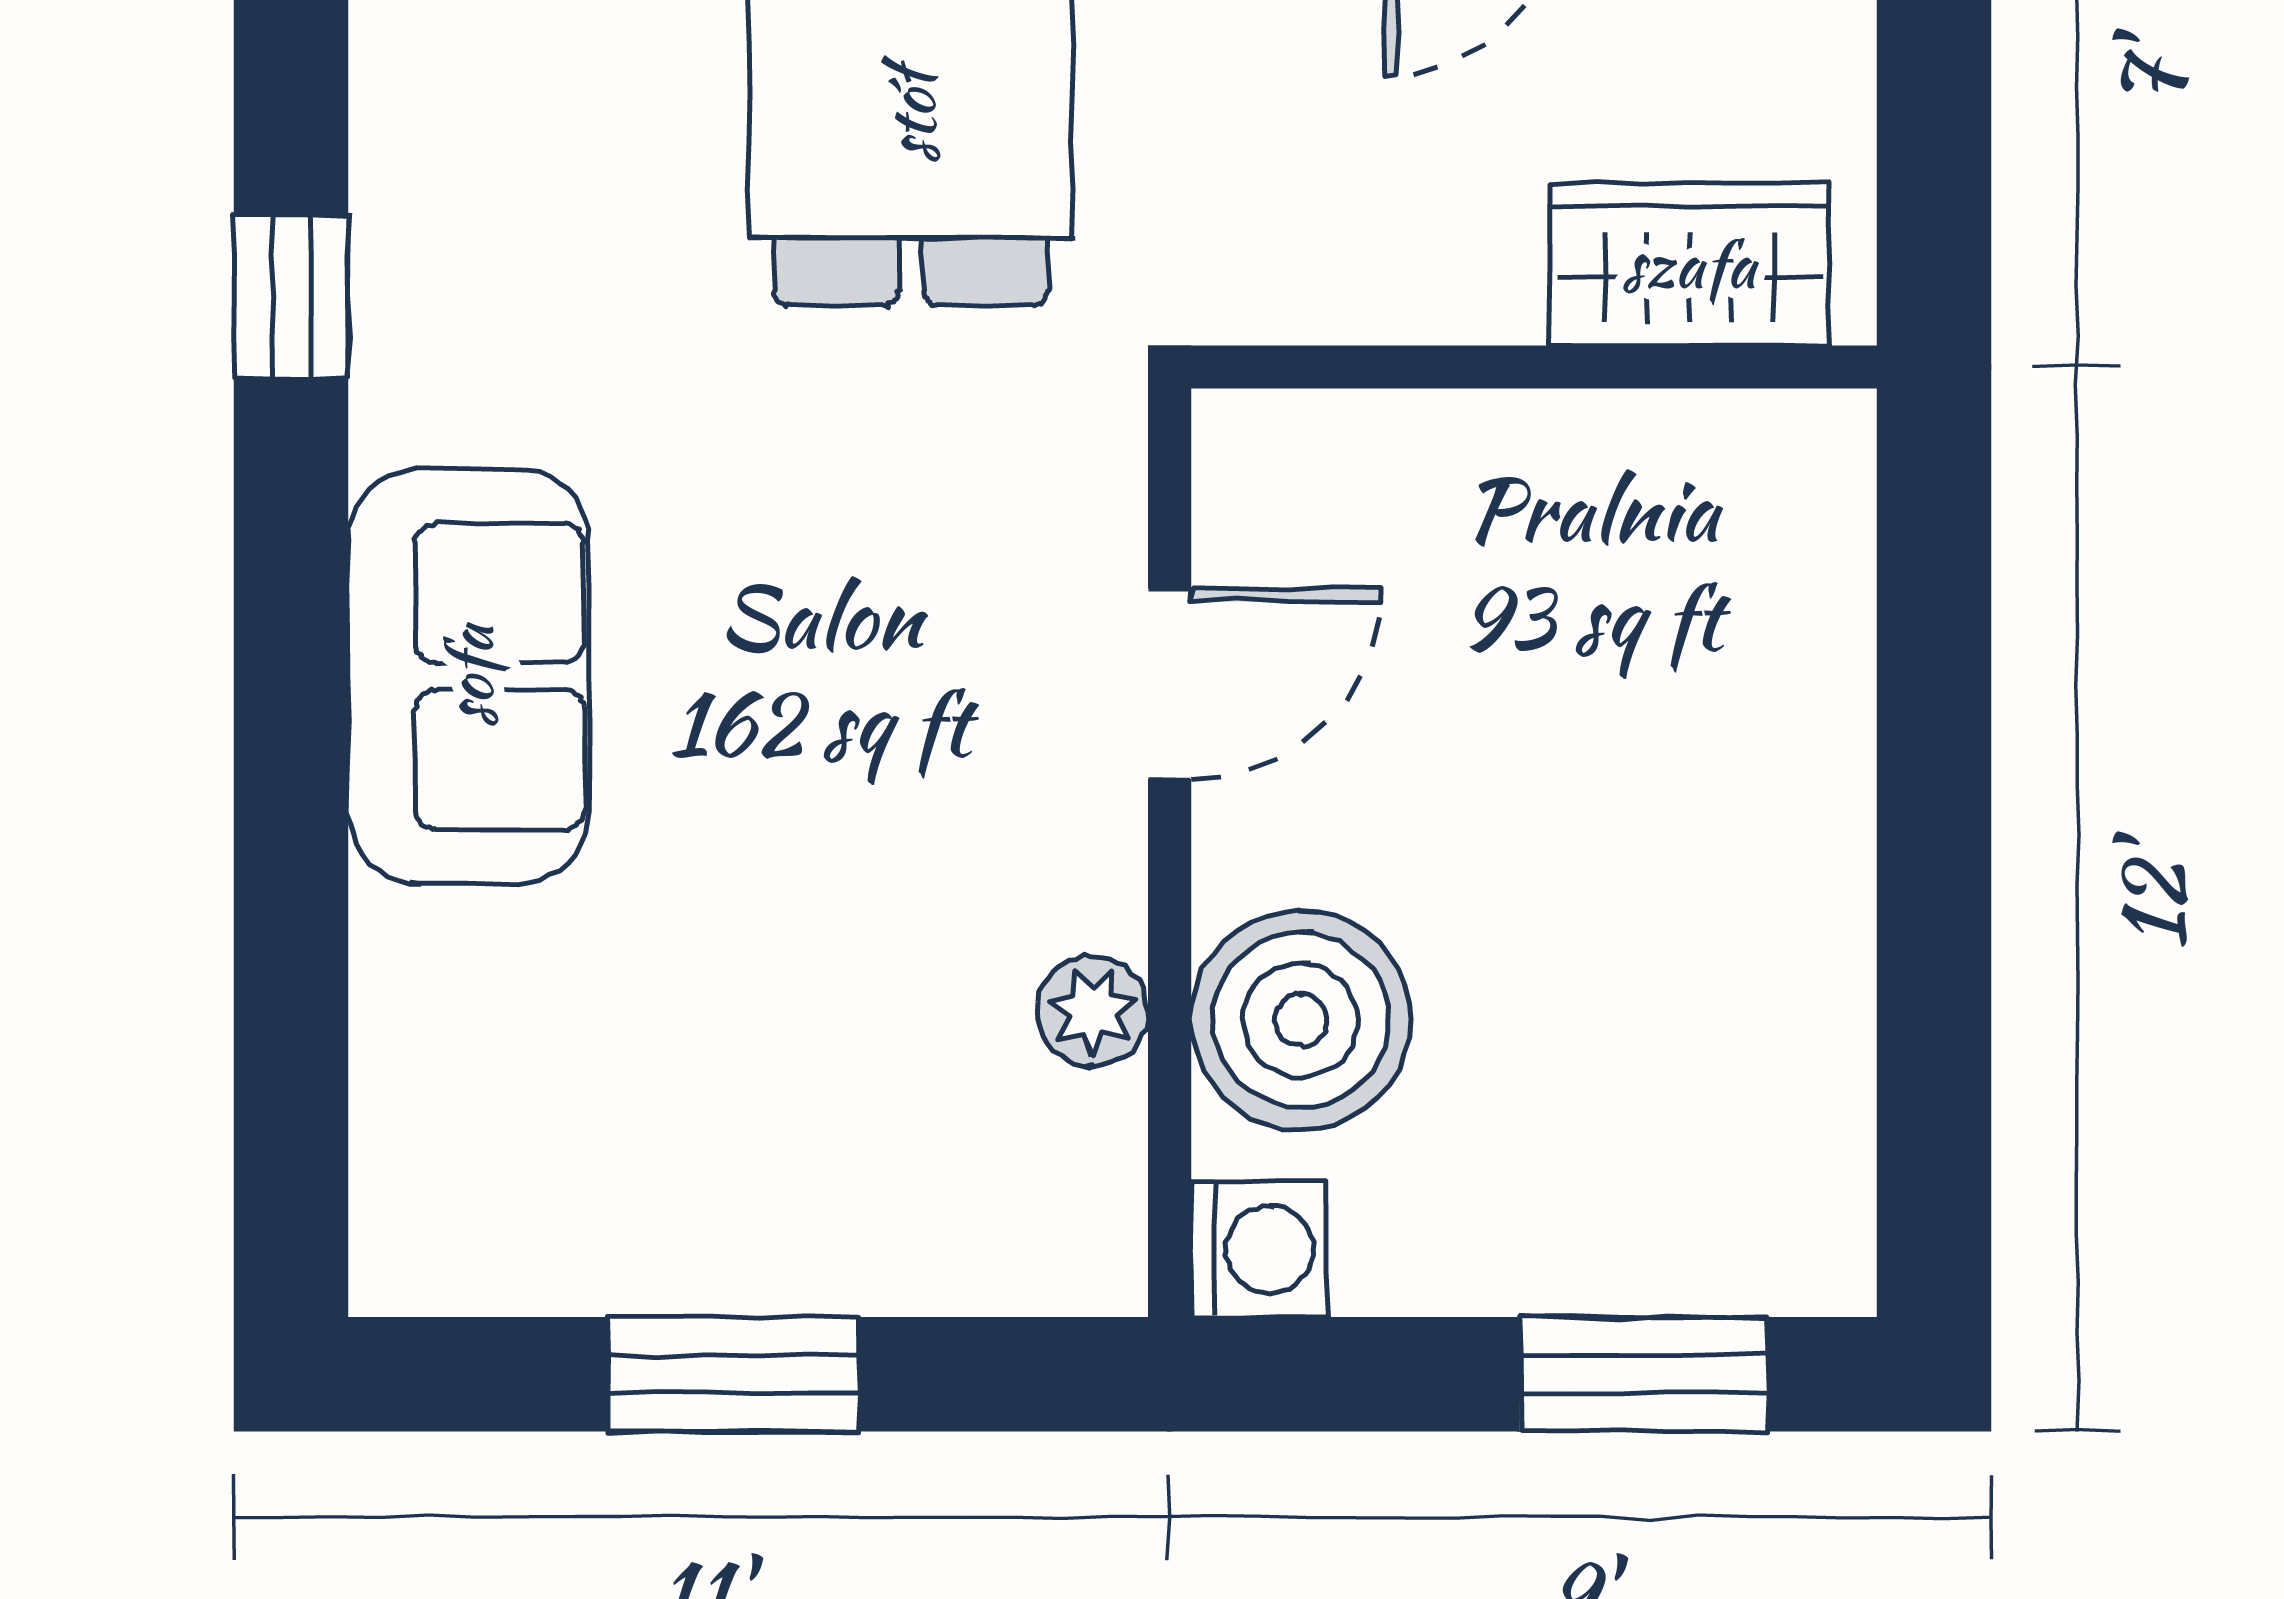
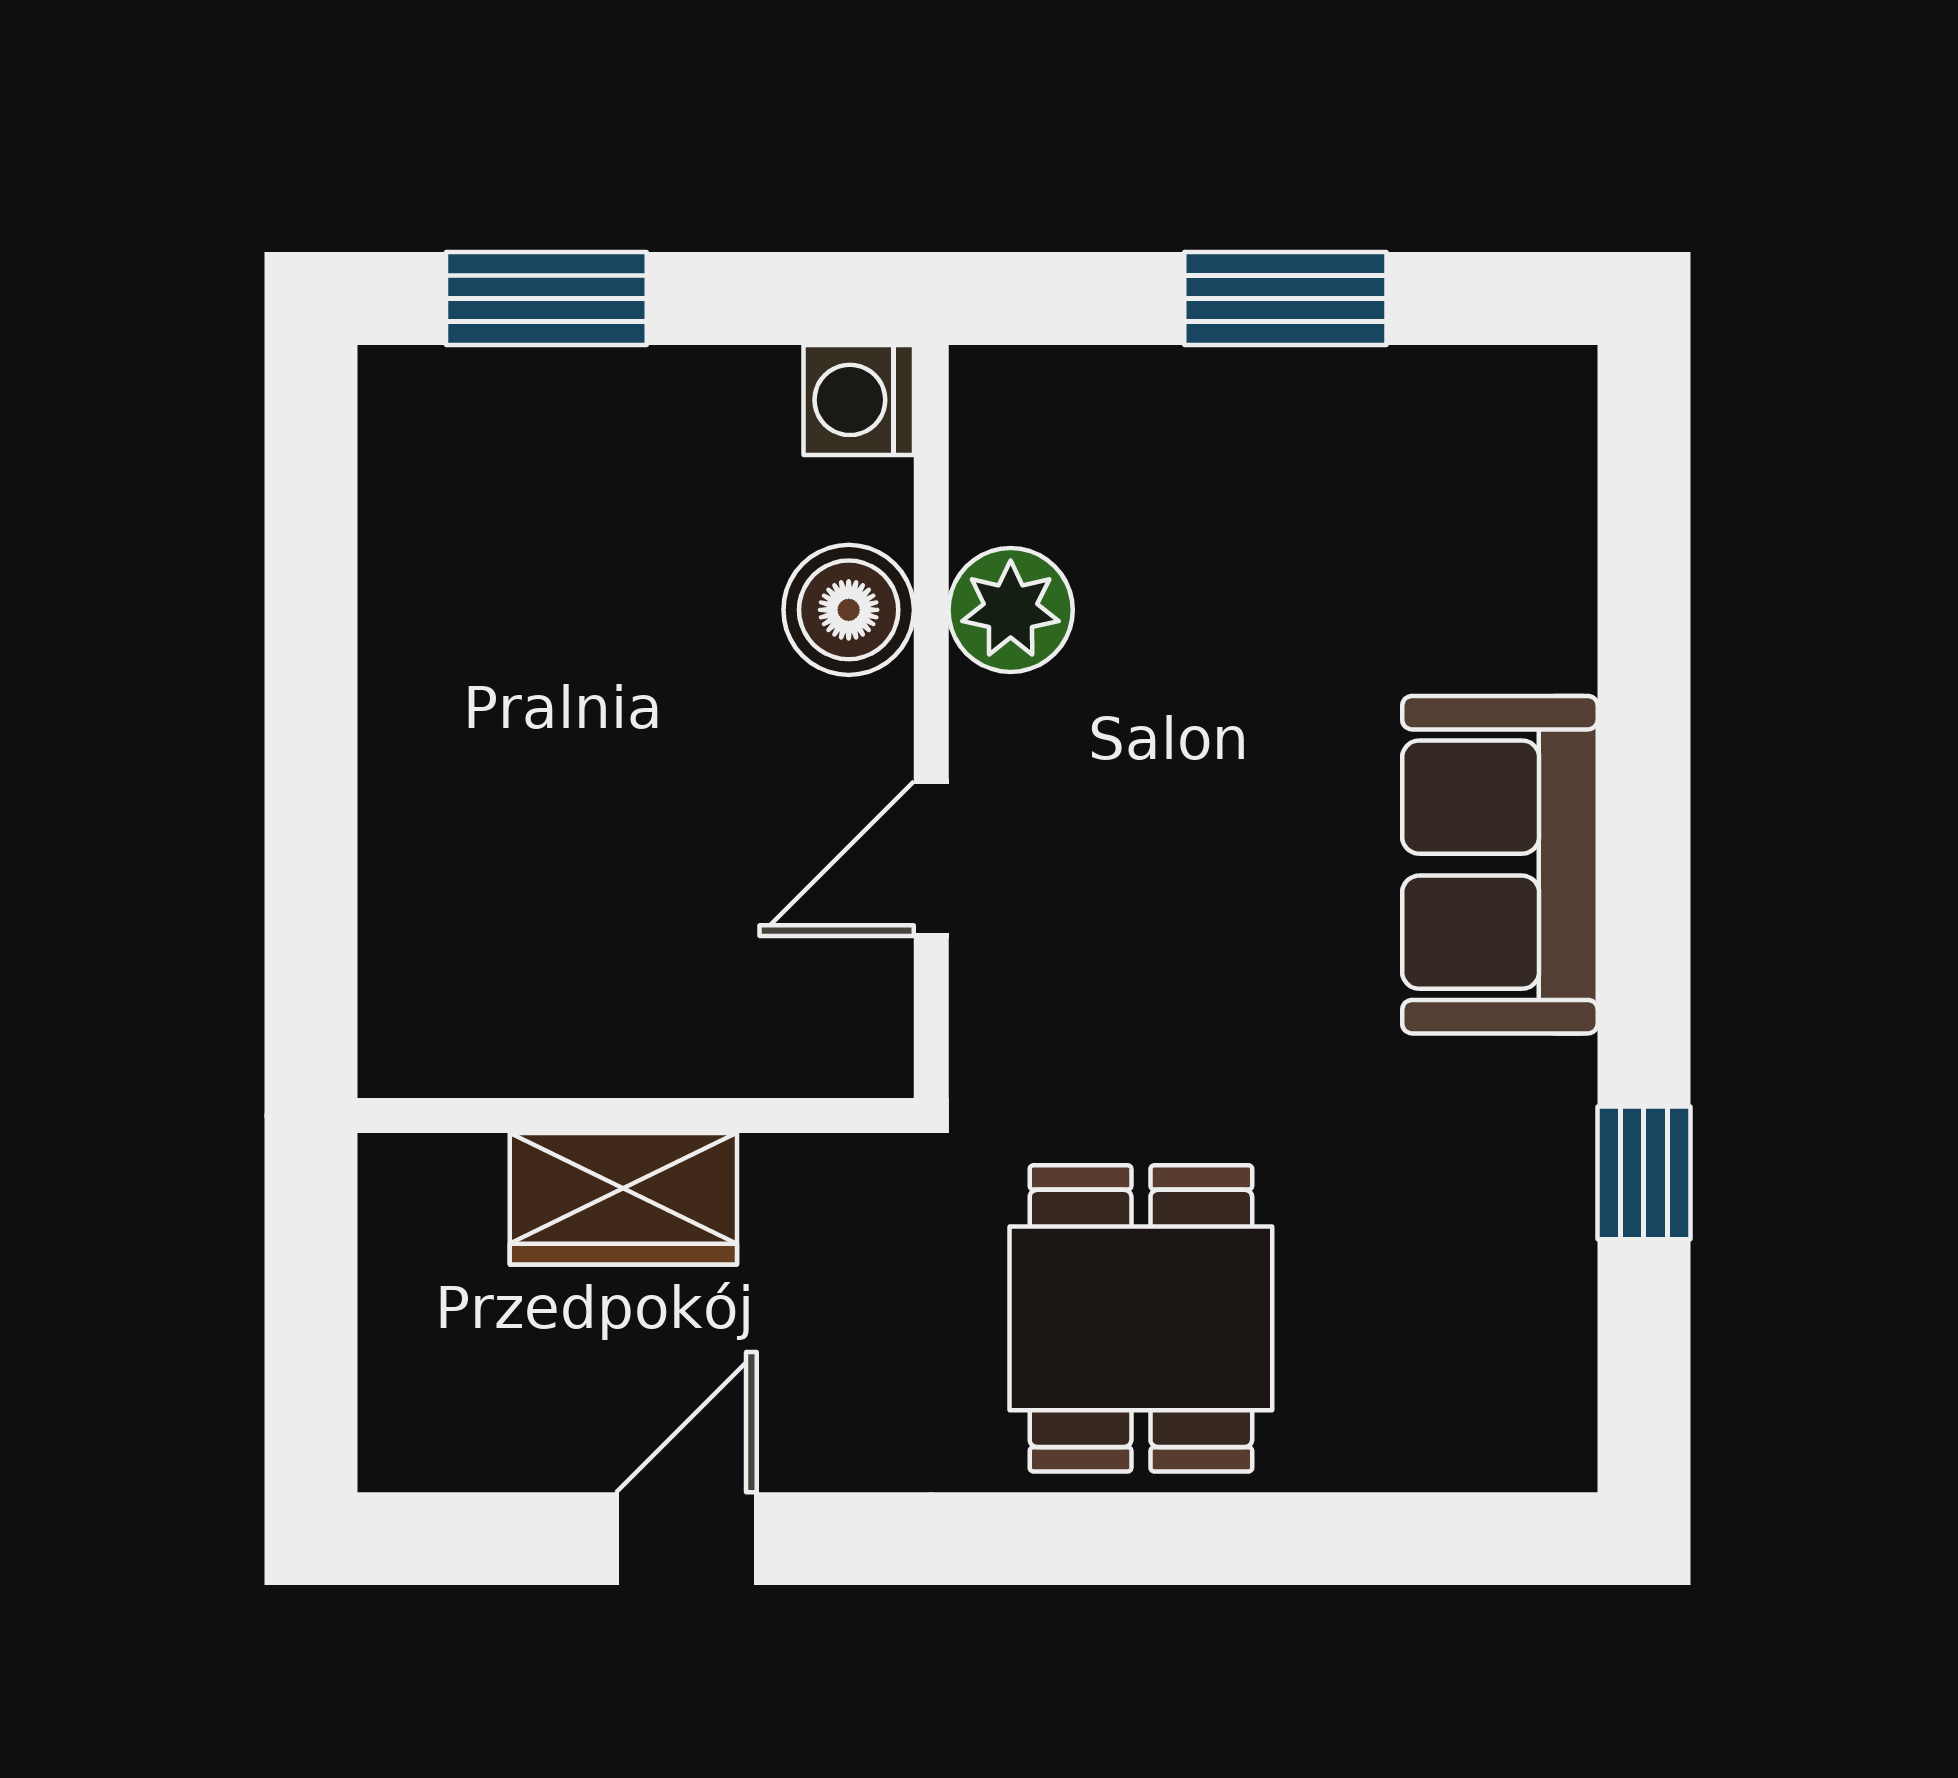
wardrobe: (1689, 264) -> (623, 1199), moved
plant: (1093, 1011) -> (1011, 610), width x1.38, depth x1.38
boiler: (1301, 1020) -> (849, 610), width x0.73, depth x0.73

